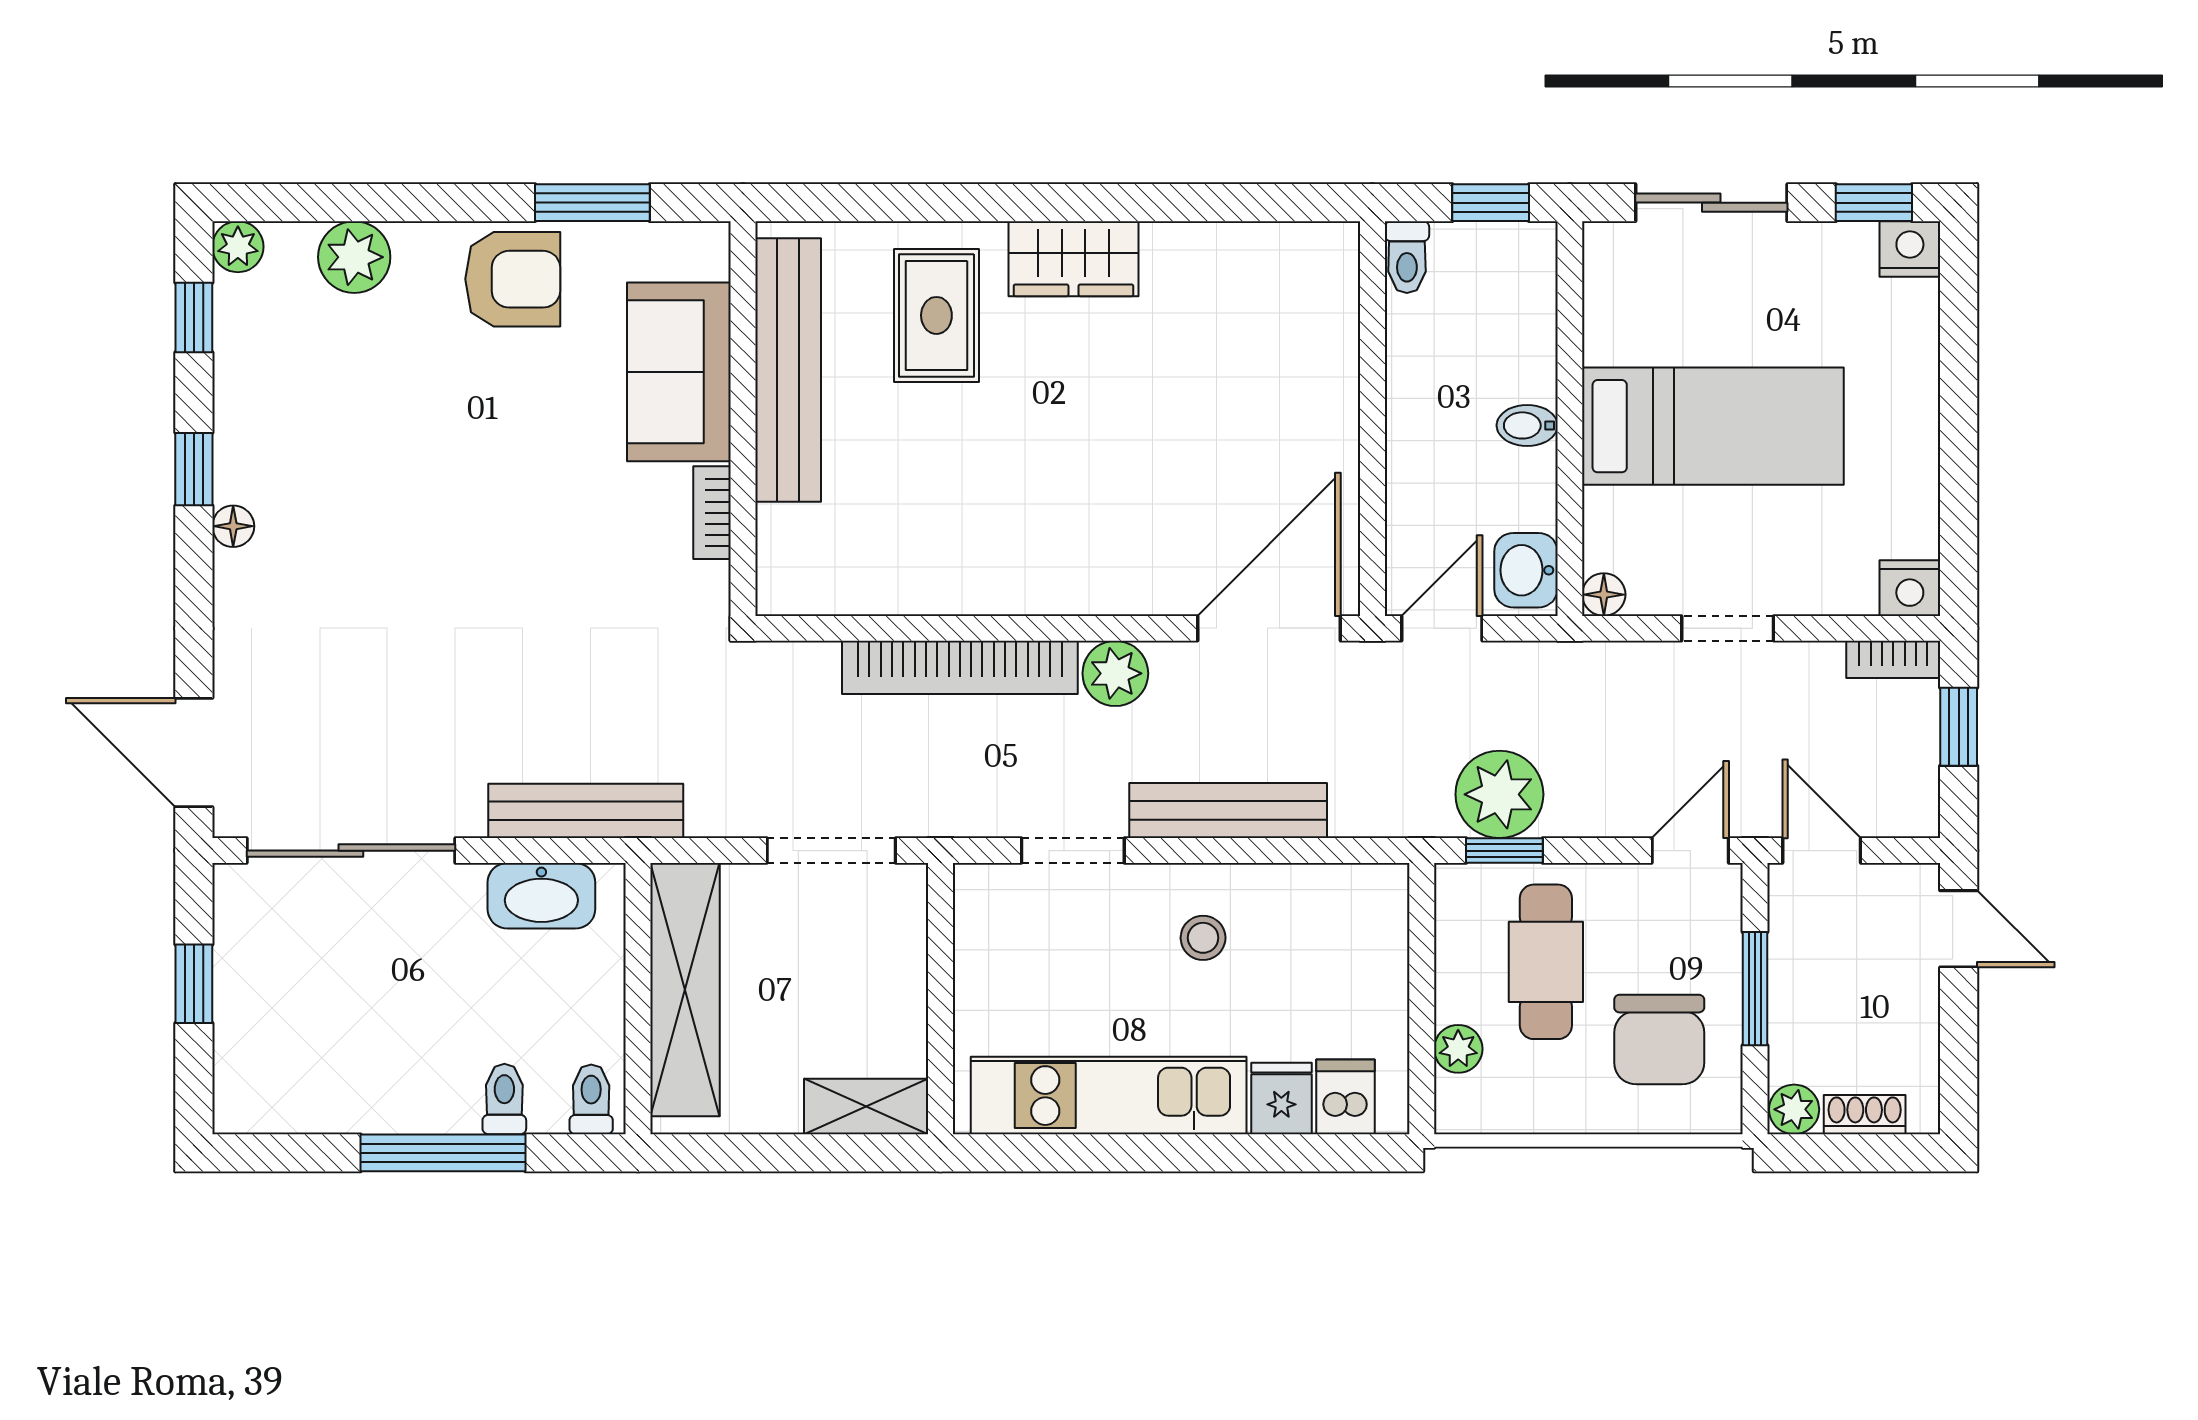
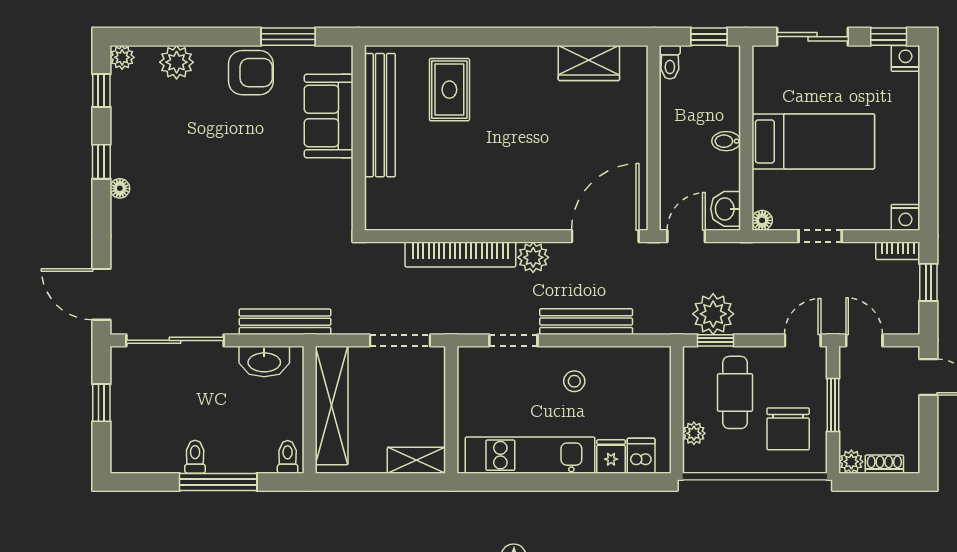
wardrobe: (1073, 259) -> (589, 63), moved
bookcase: (712, 513) -> (344, 182), removed
toilet: (504, 1099) -> (195, 457), moved

